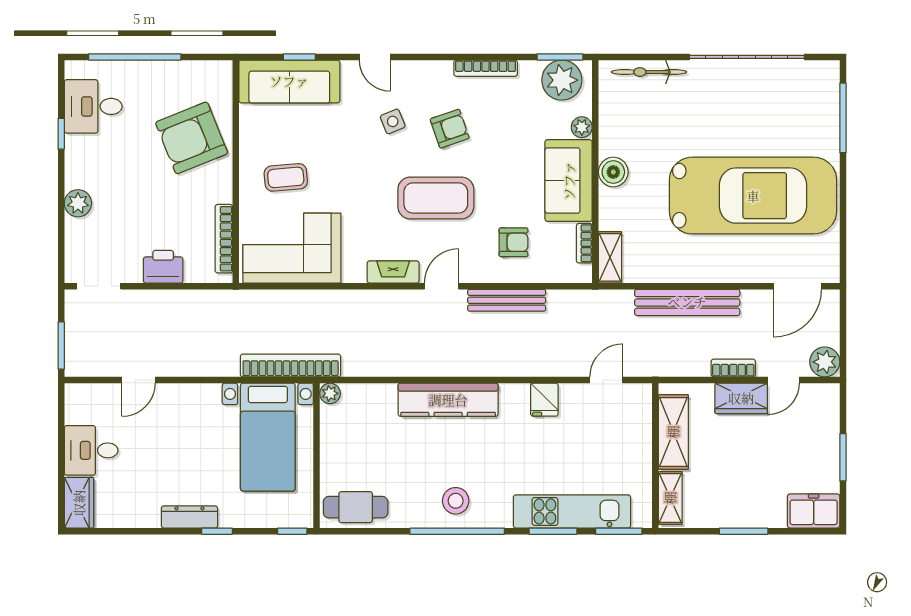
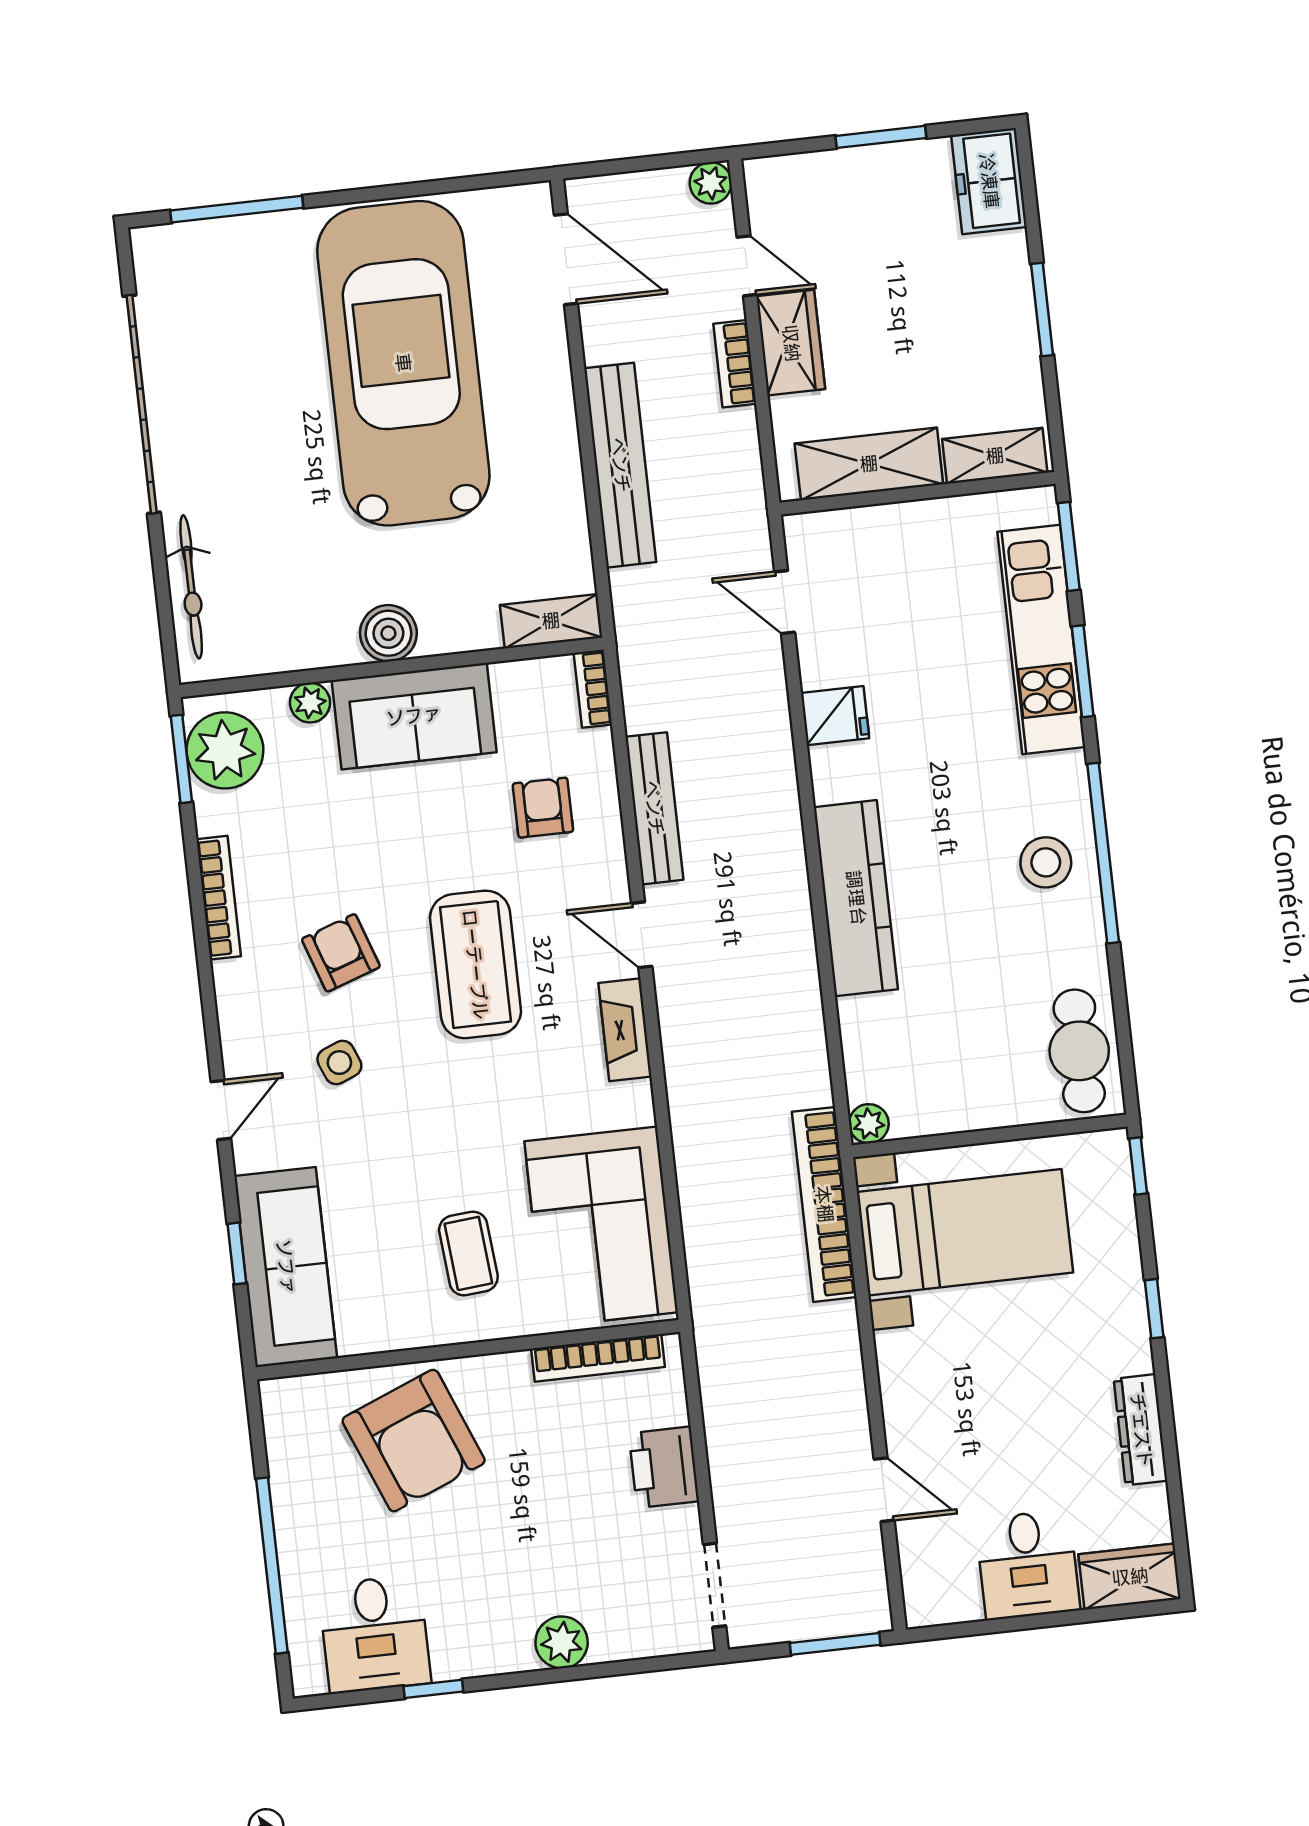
bookcase: (584, 243) -> (593, 689), moved, turned 90
plant: (825, 362) -> (711, 183), width x0.73, depth x0.73
dresser: (189, 517) -> (1141, 1430), moved

